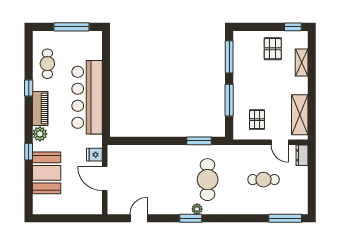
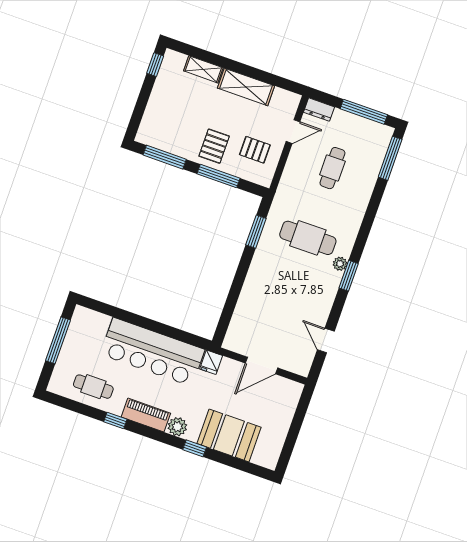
pallet: (273, 49) -> (214, 146), moved, turned 90
shelving: (300, 115) -> (246, 87), moved
fridge: (94, 155) -> (211, 362), moved
window: (312, 188) -> (364, 112), added

